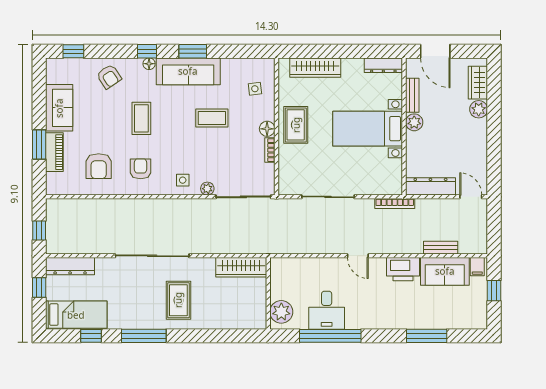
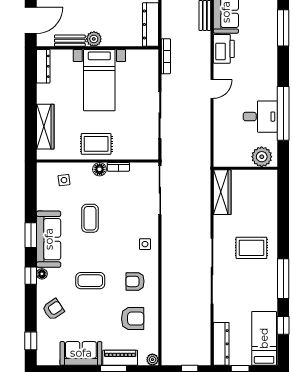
plant: (207, 189) -> (152, 360), moved

